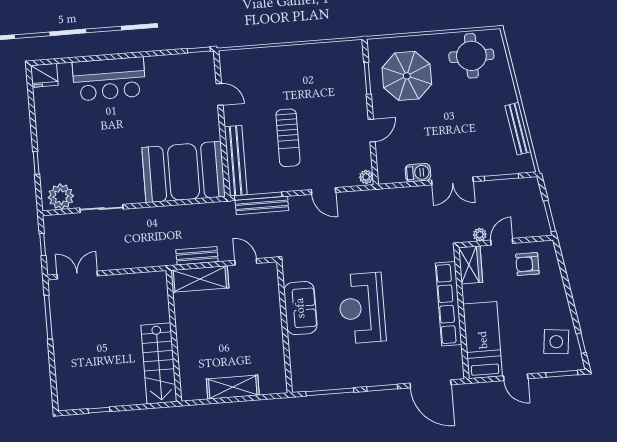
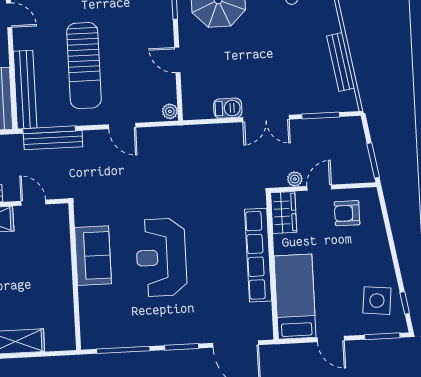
door: (372, 131) -> (177, 60), swing flipped
sun lounger: (288, 138) -> (84, 66), width x1.36, depth x1.34

